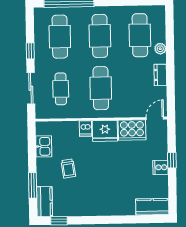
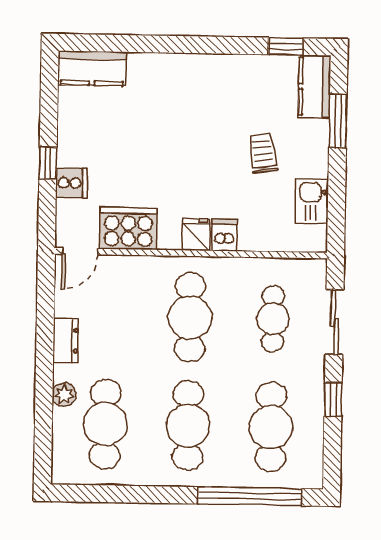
fridge: (105, 131) -> (196, 234), width x0.53, depth x0.75
cooker: (160, 167) -> (72, 183), moved

